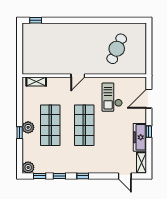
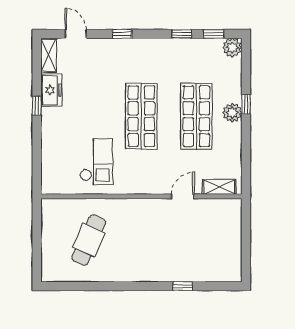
window: (36, 20) -> (183, 286), moved
door: (78, 76) -> (183, 196), moved
door: (149, 99) -> (37, 159), removed
freezer: (140, 137) -> (51, 90), width x0.71
window: (83, 176) -> (122, 34), moved

